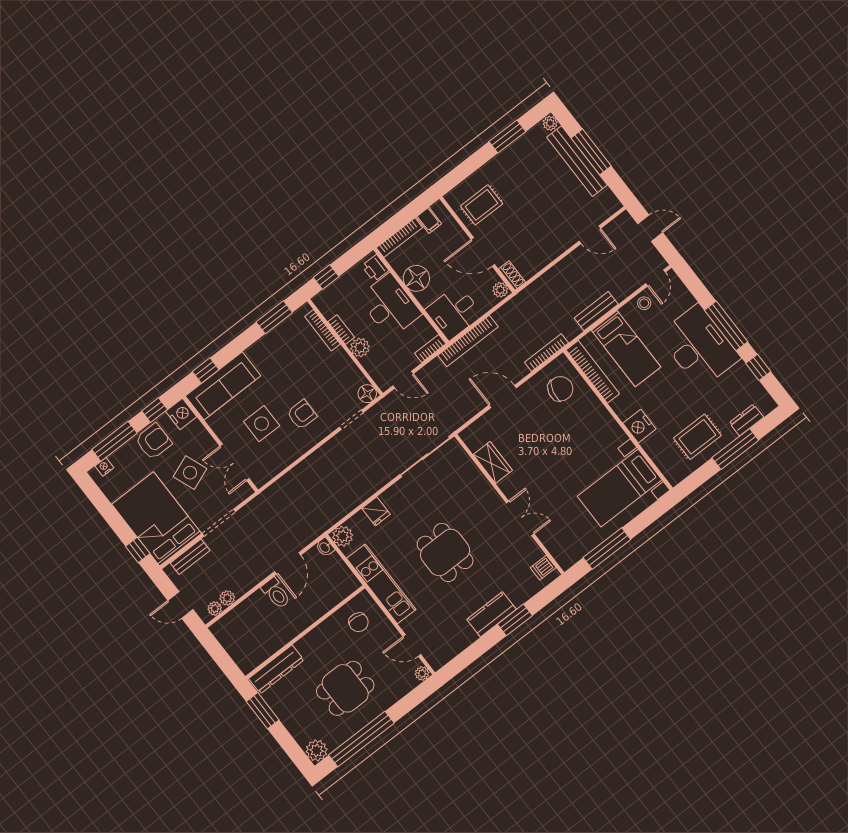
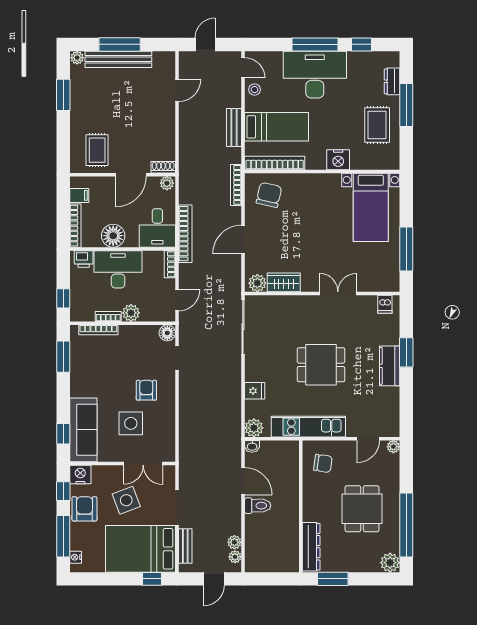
plant: (474, 439) -> (257, 283), added

